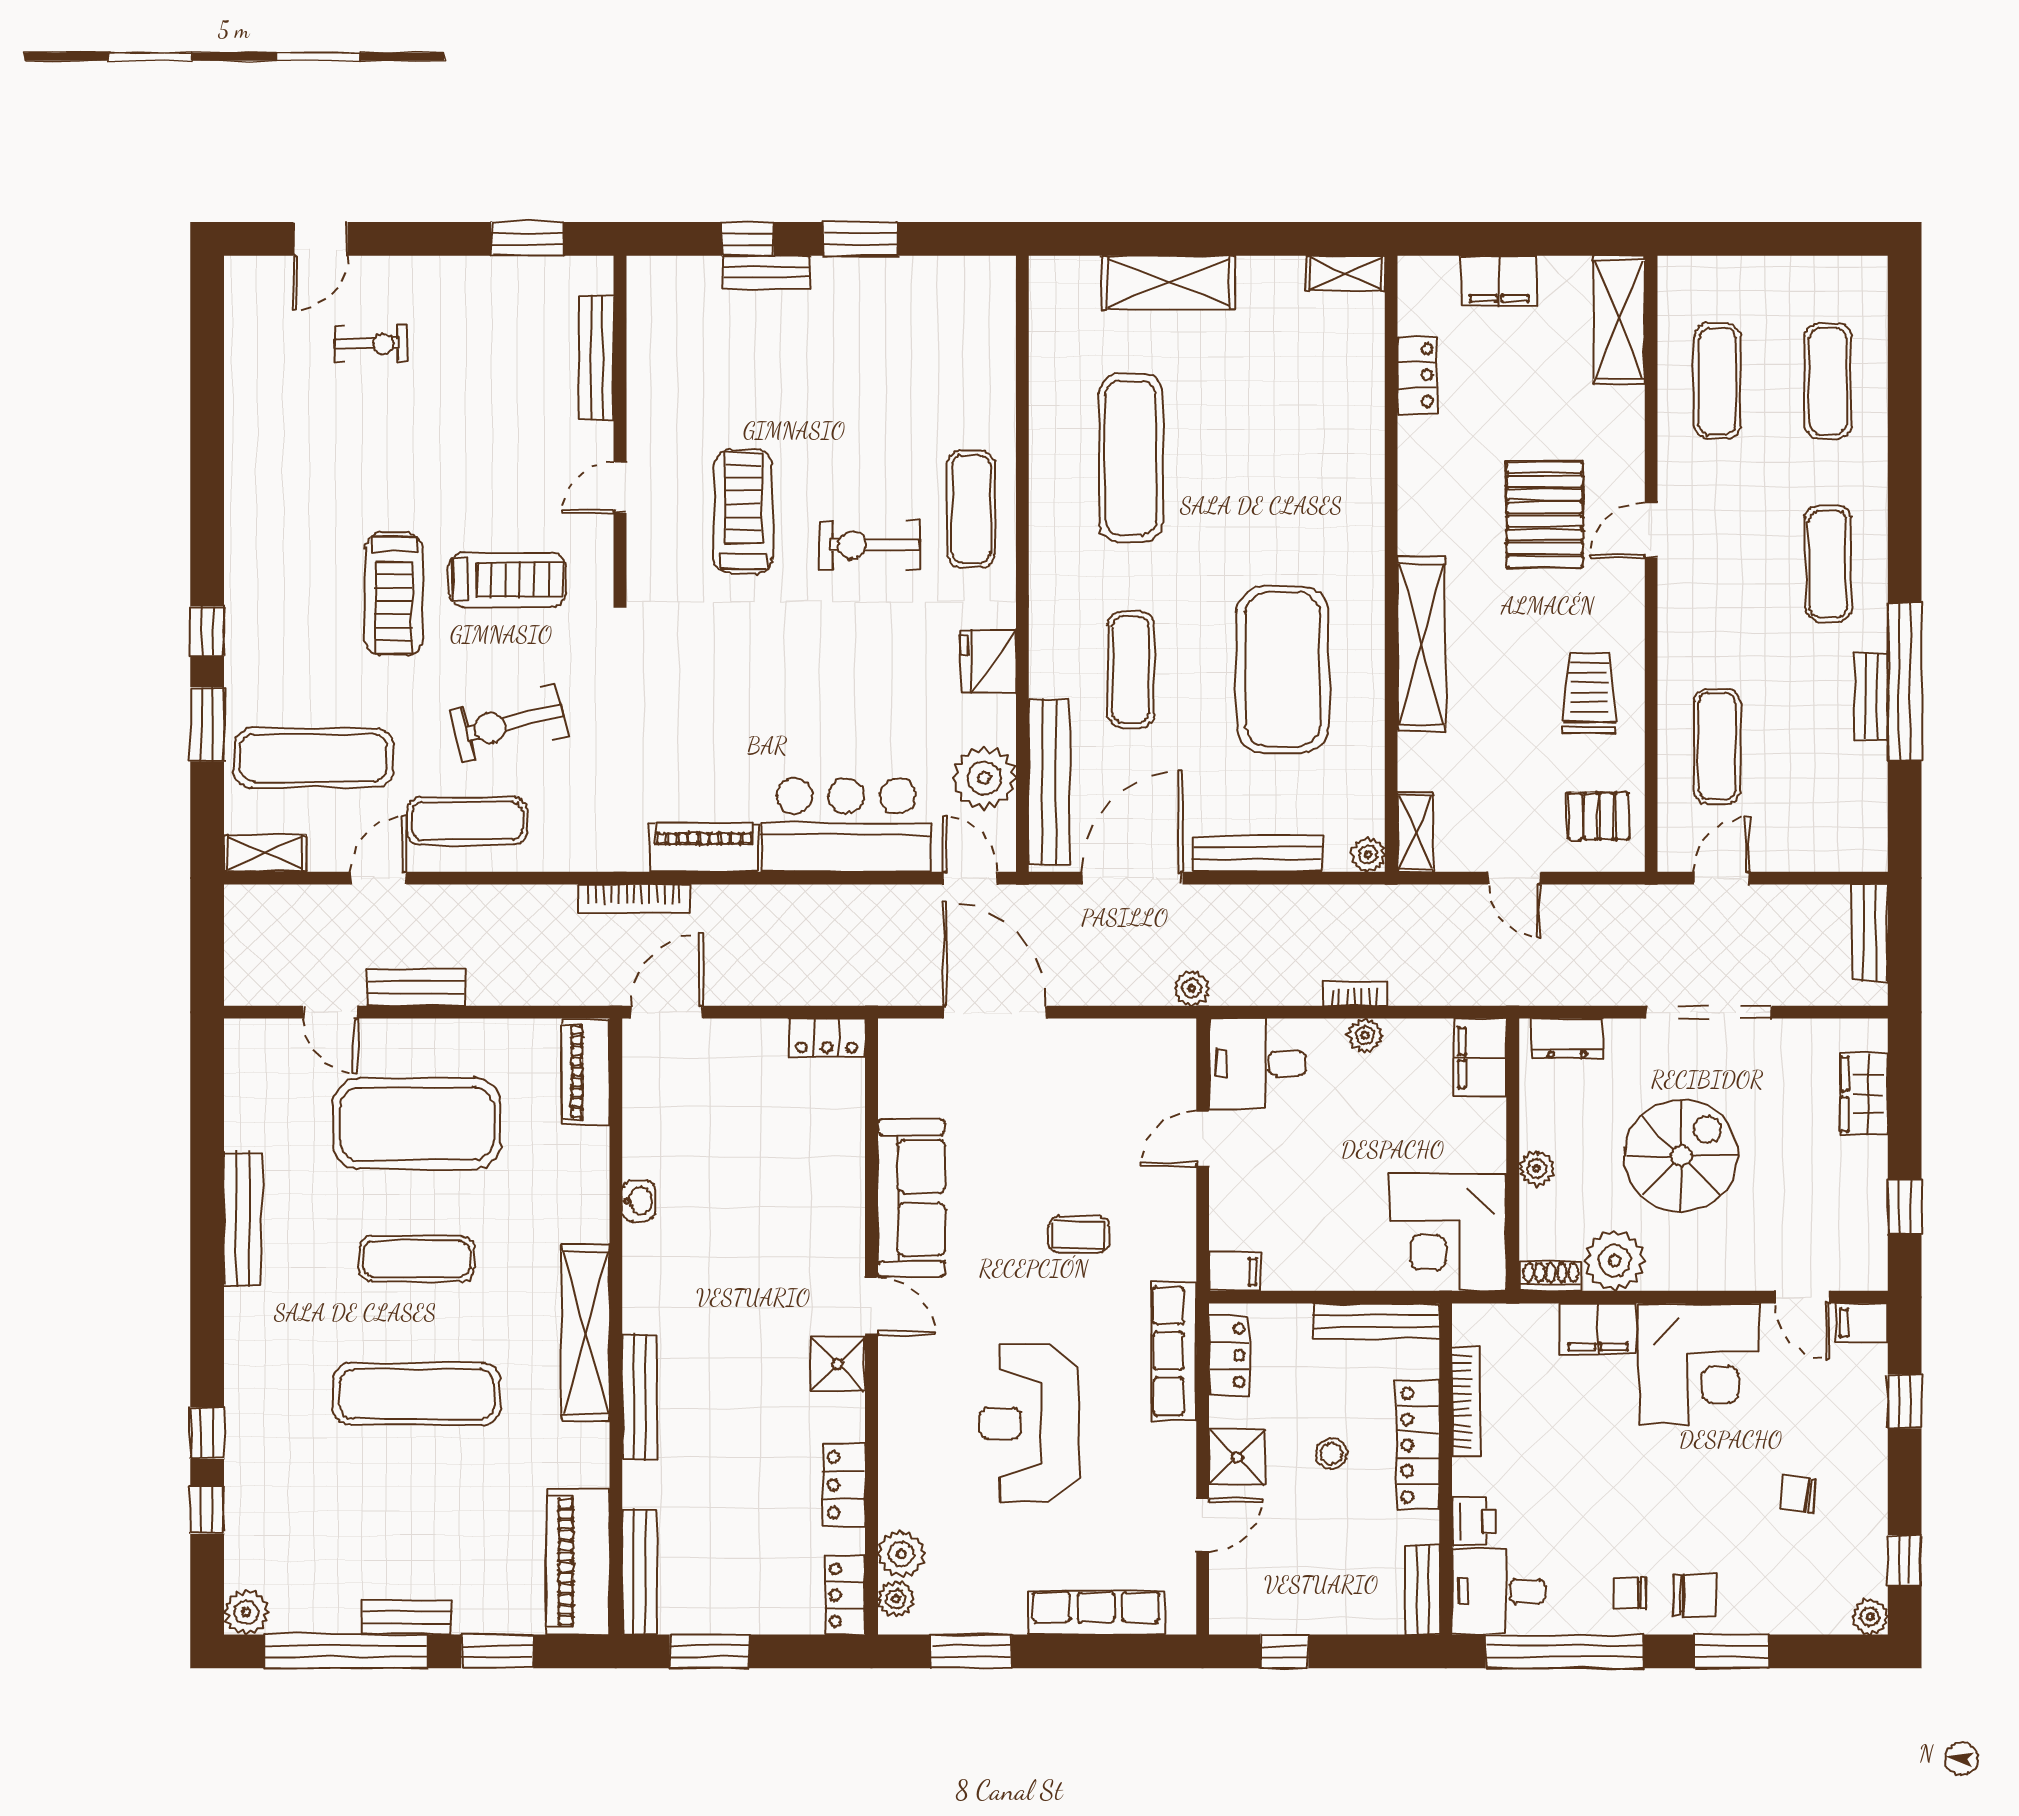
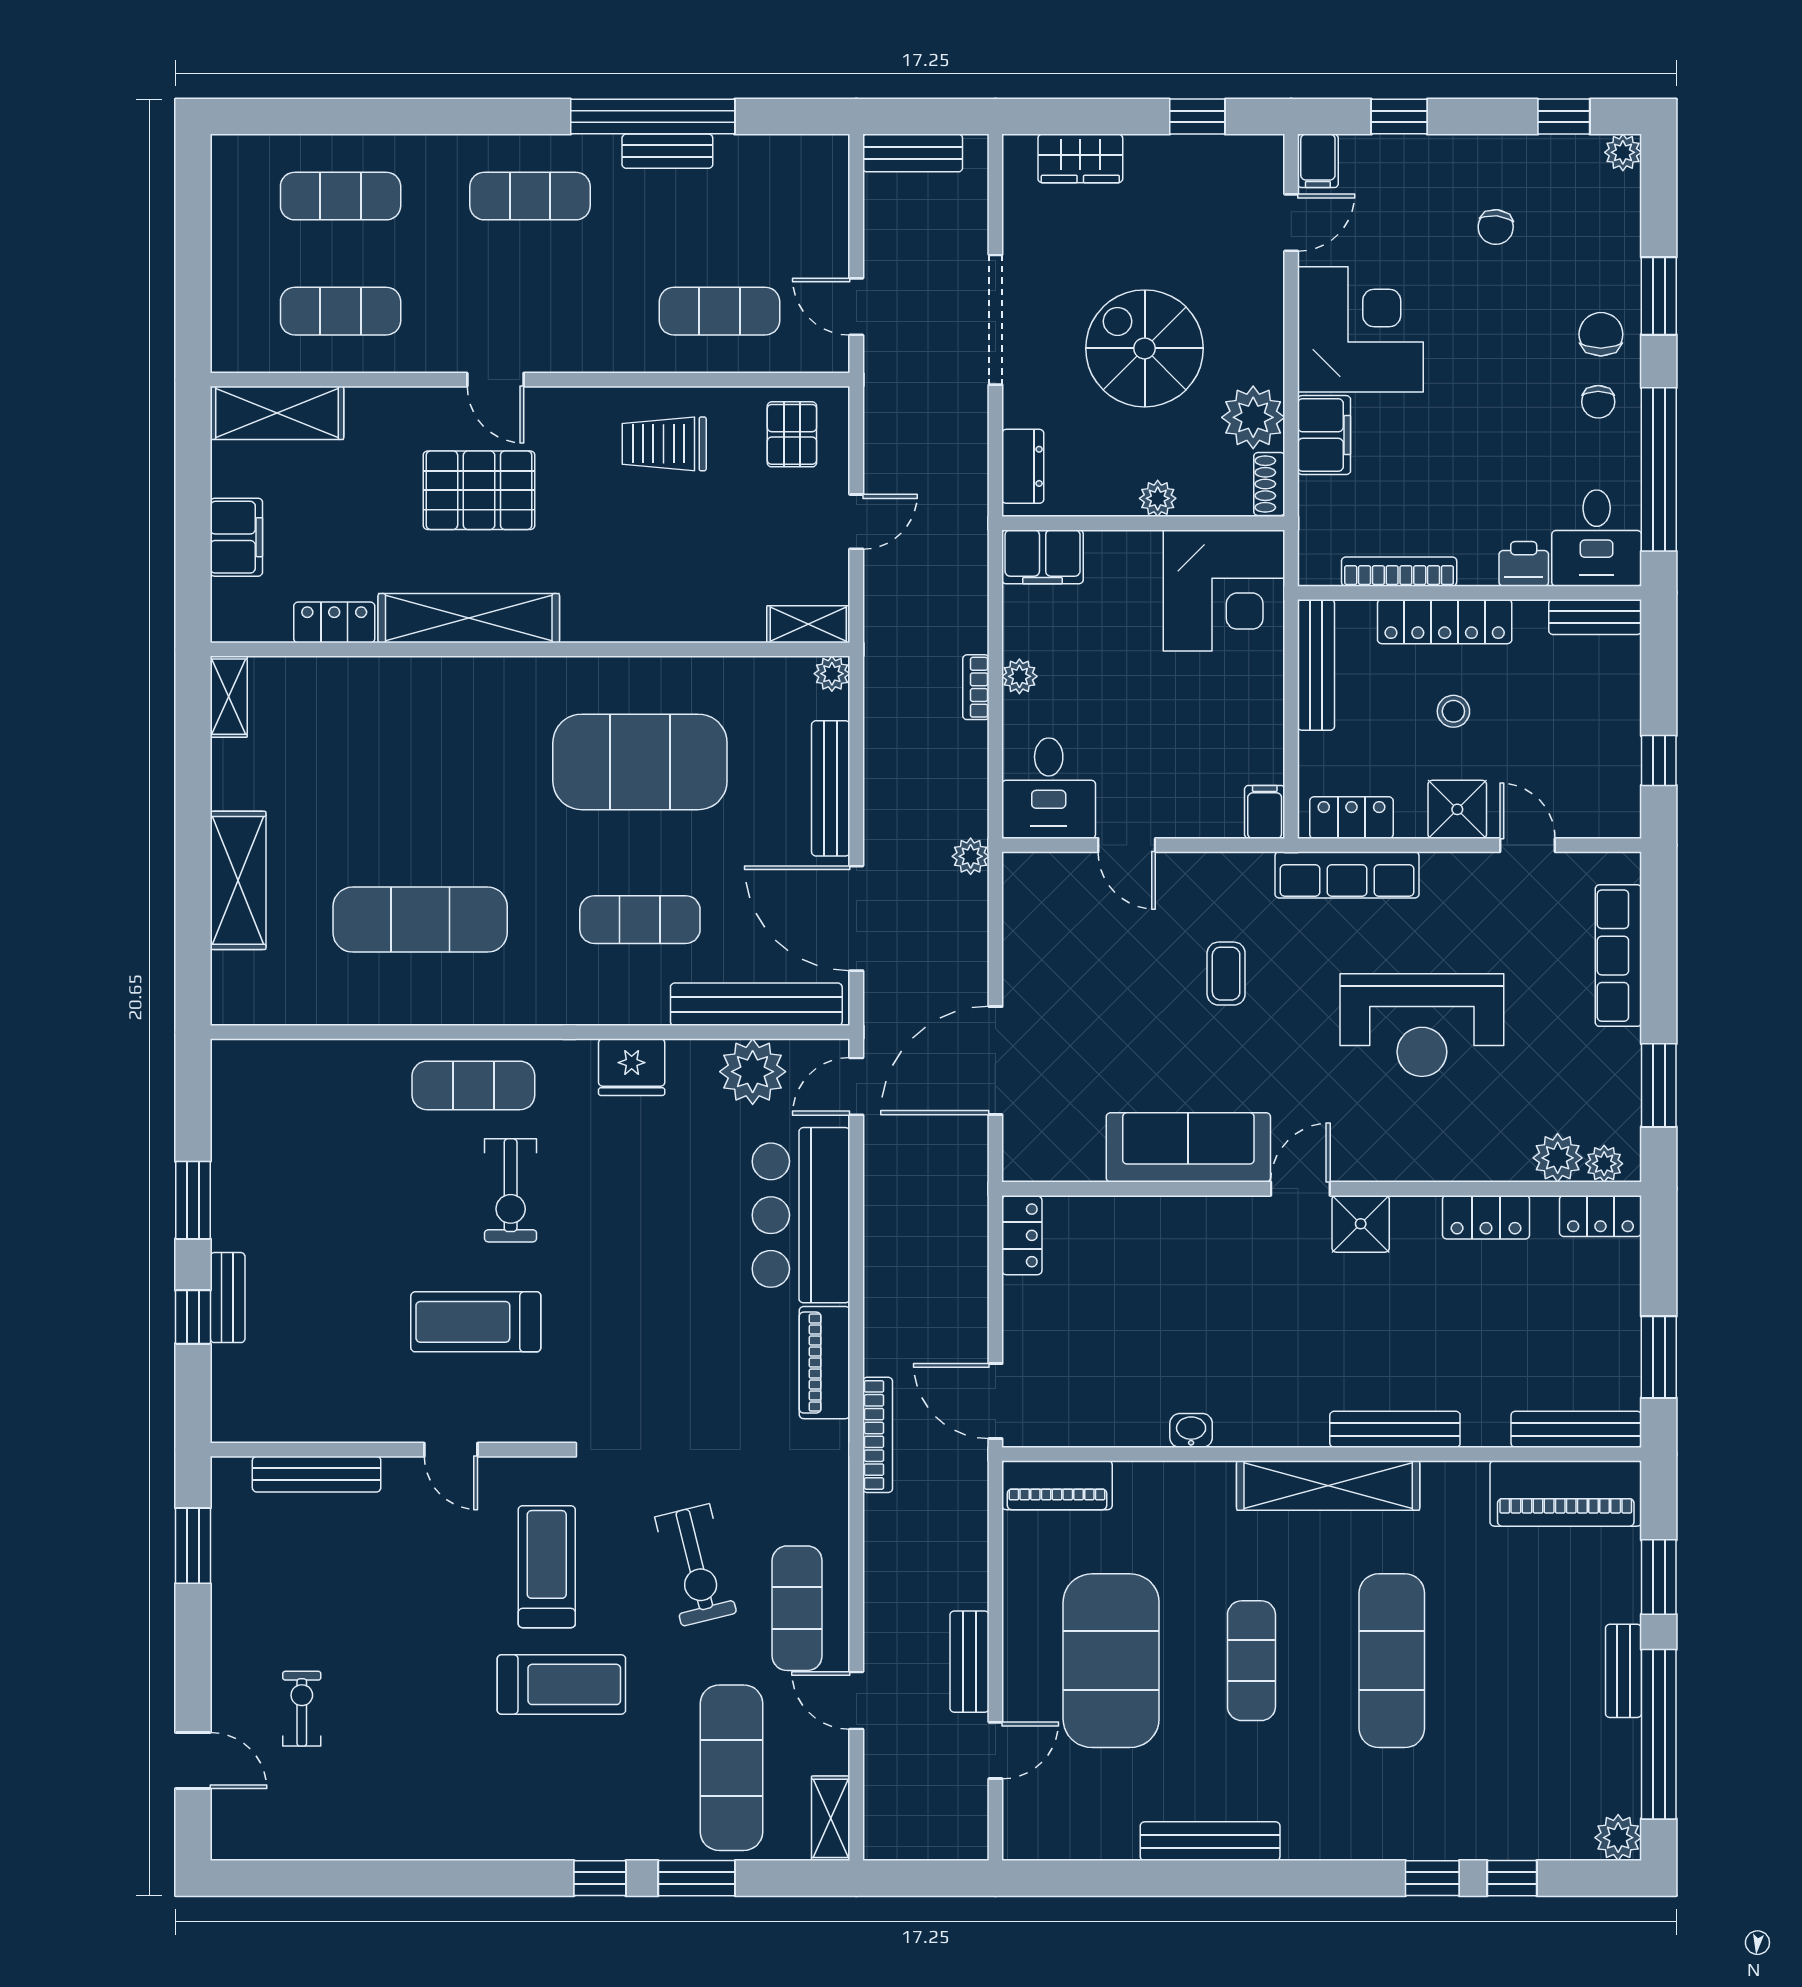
shelving: (1421, 644) -> (469, 618), moved

